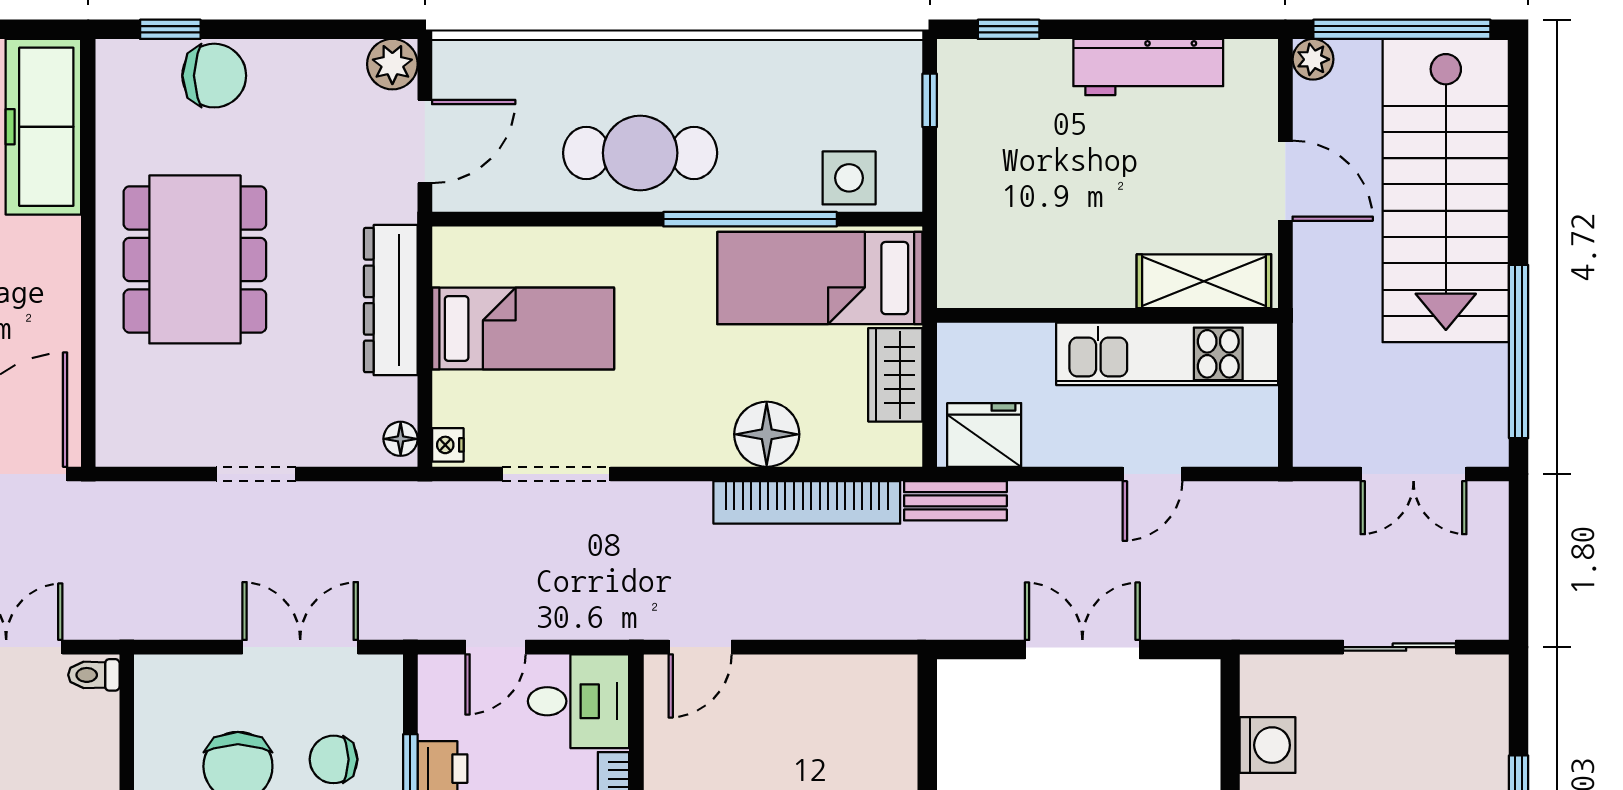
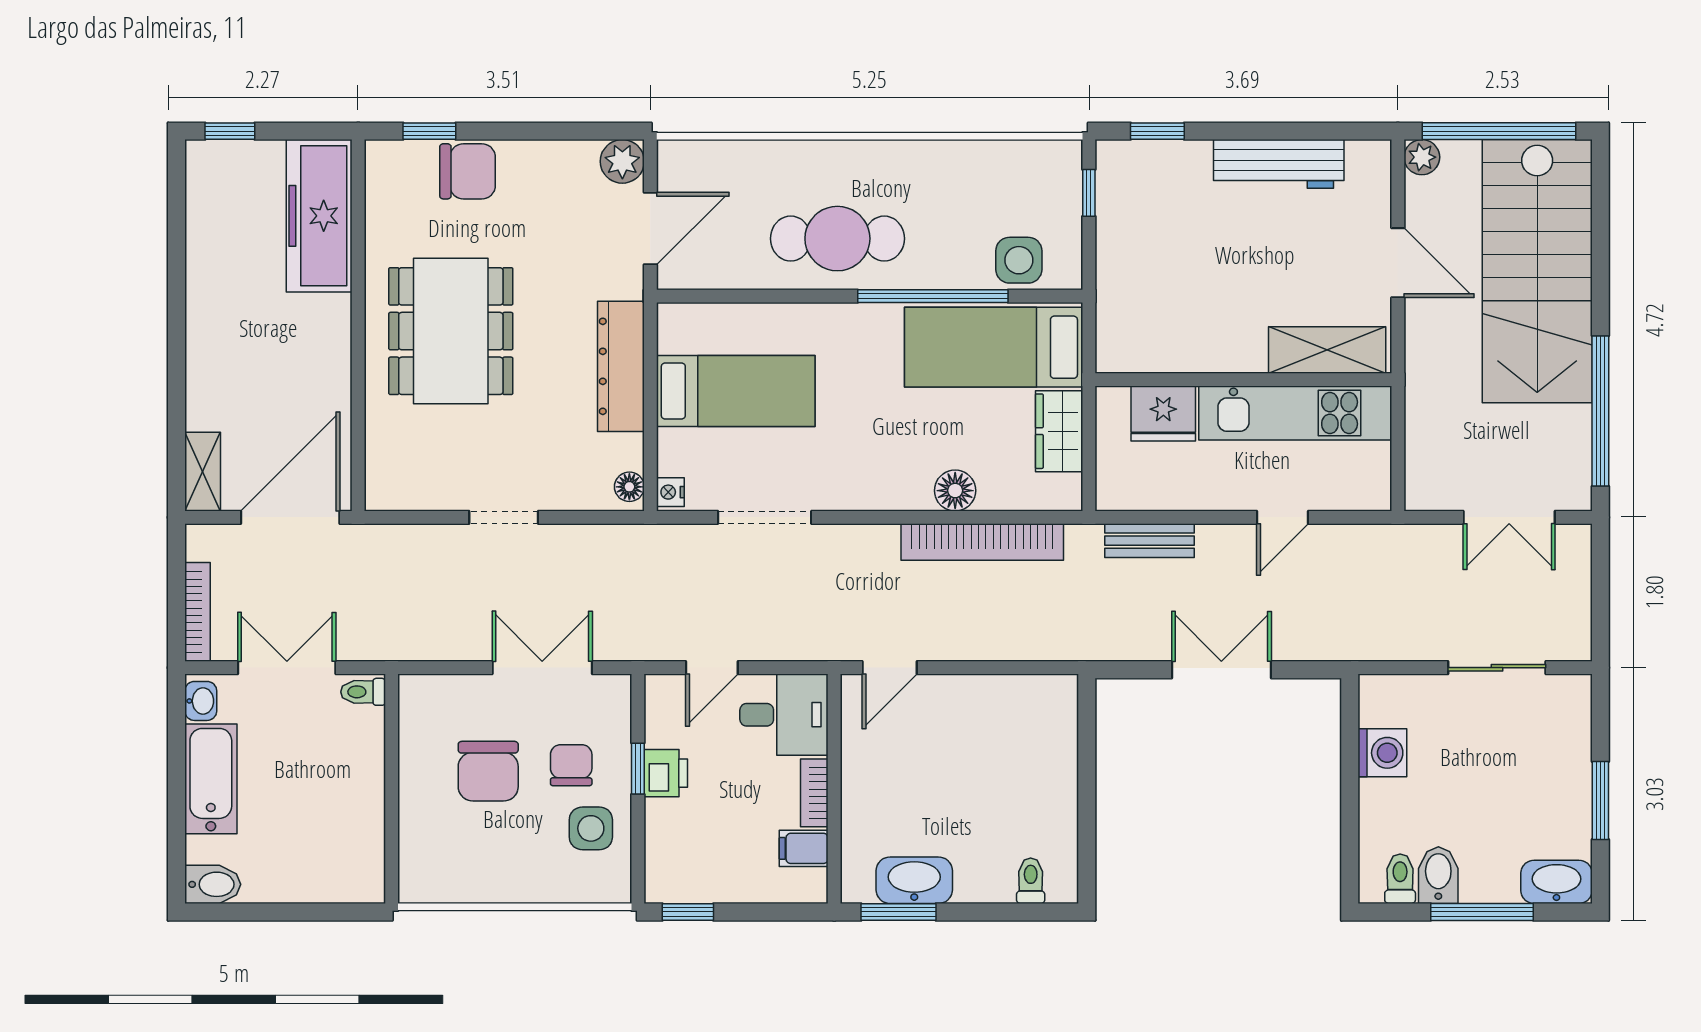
floor lamp: (767, 434) -> (955, 491), width x0.73, depth x0.73
fridge: (984, 435) -> (1163, 414), moved, turned 180
bench: (955, 501) -> (1149, 541), moved
chair: (333, 759) -> (571, 765), turned 90

